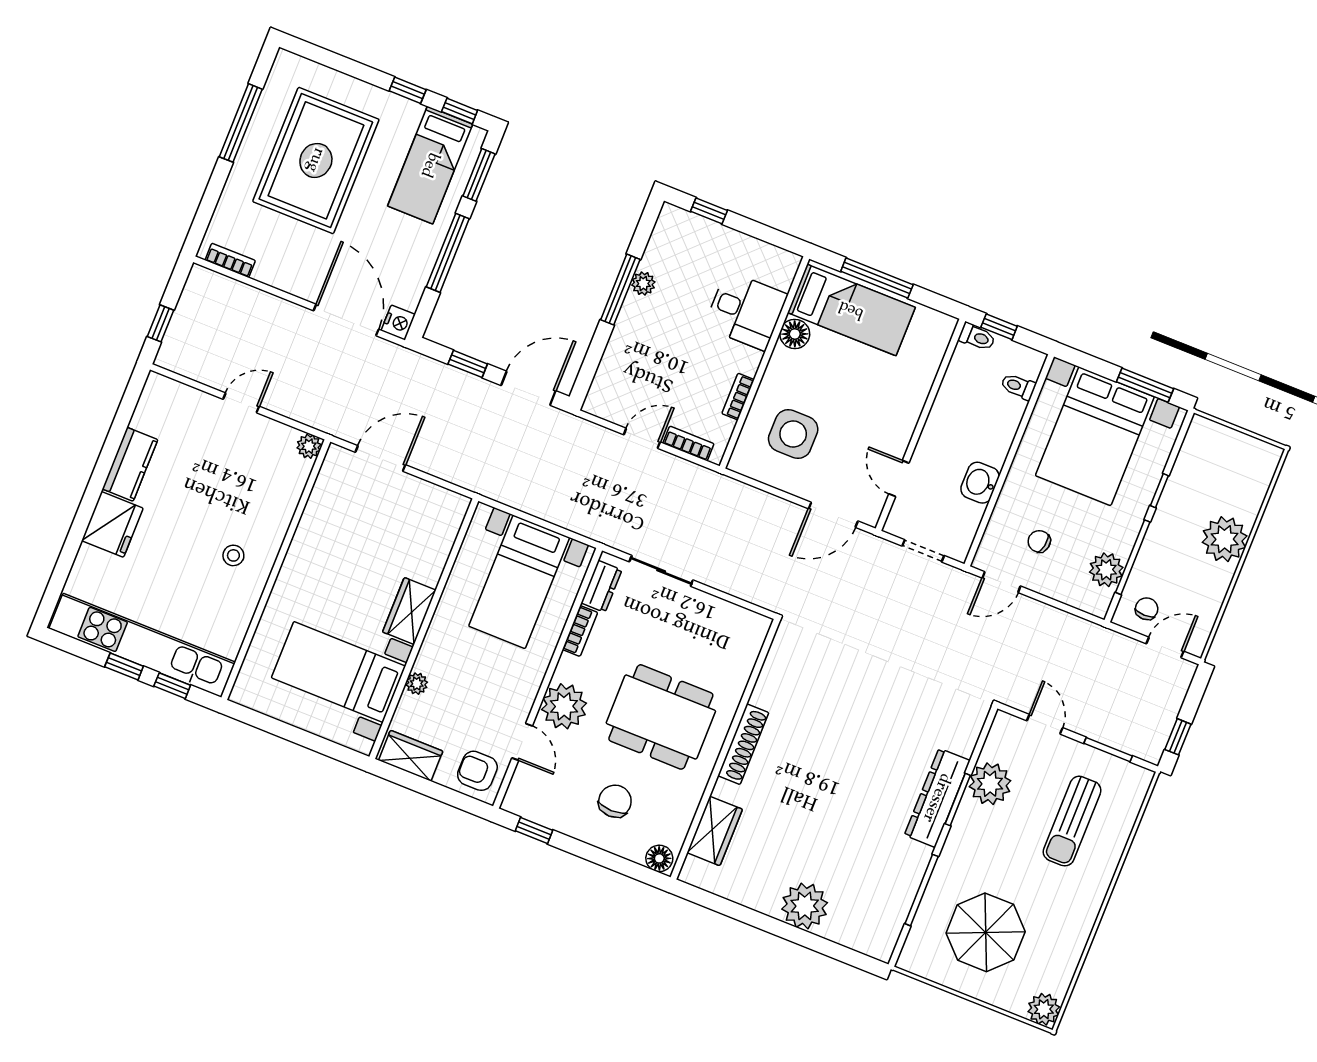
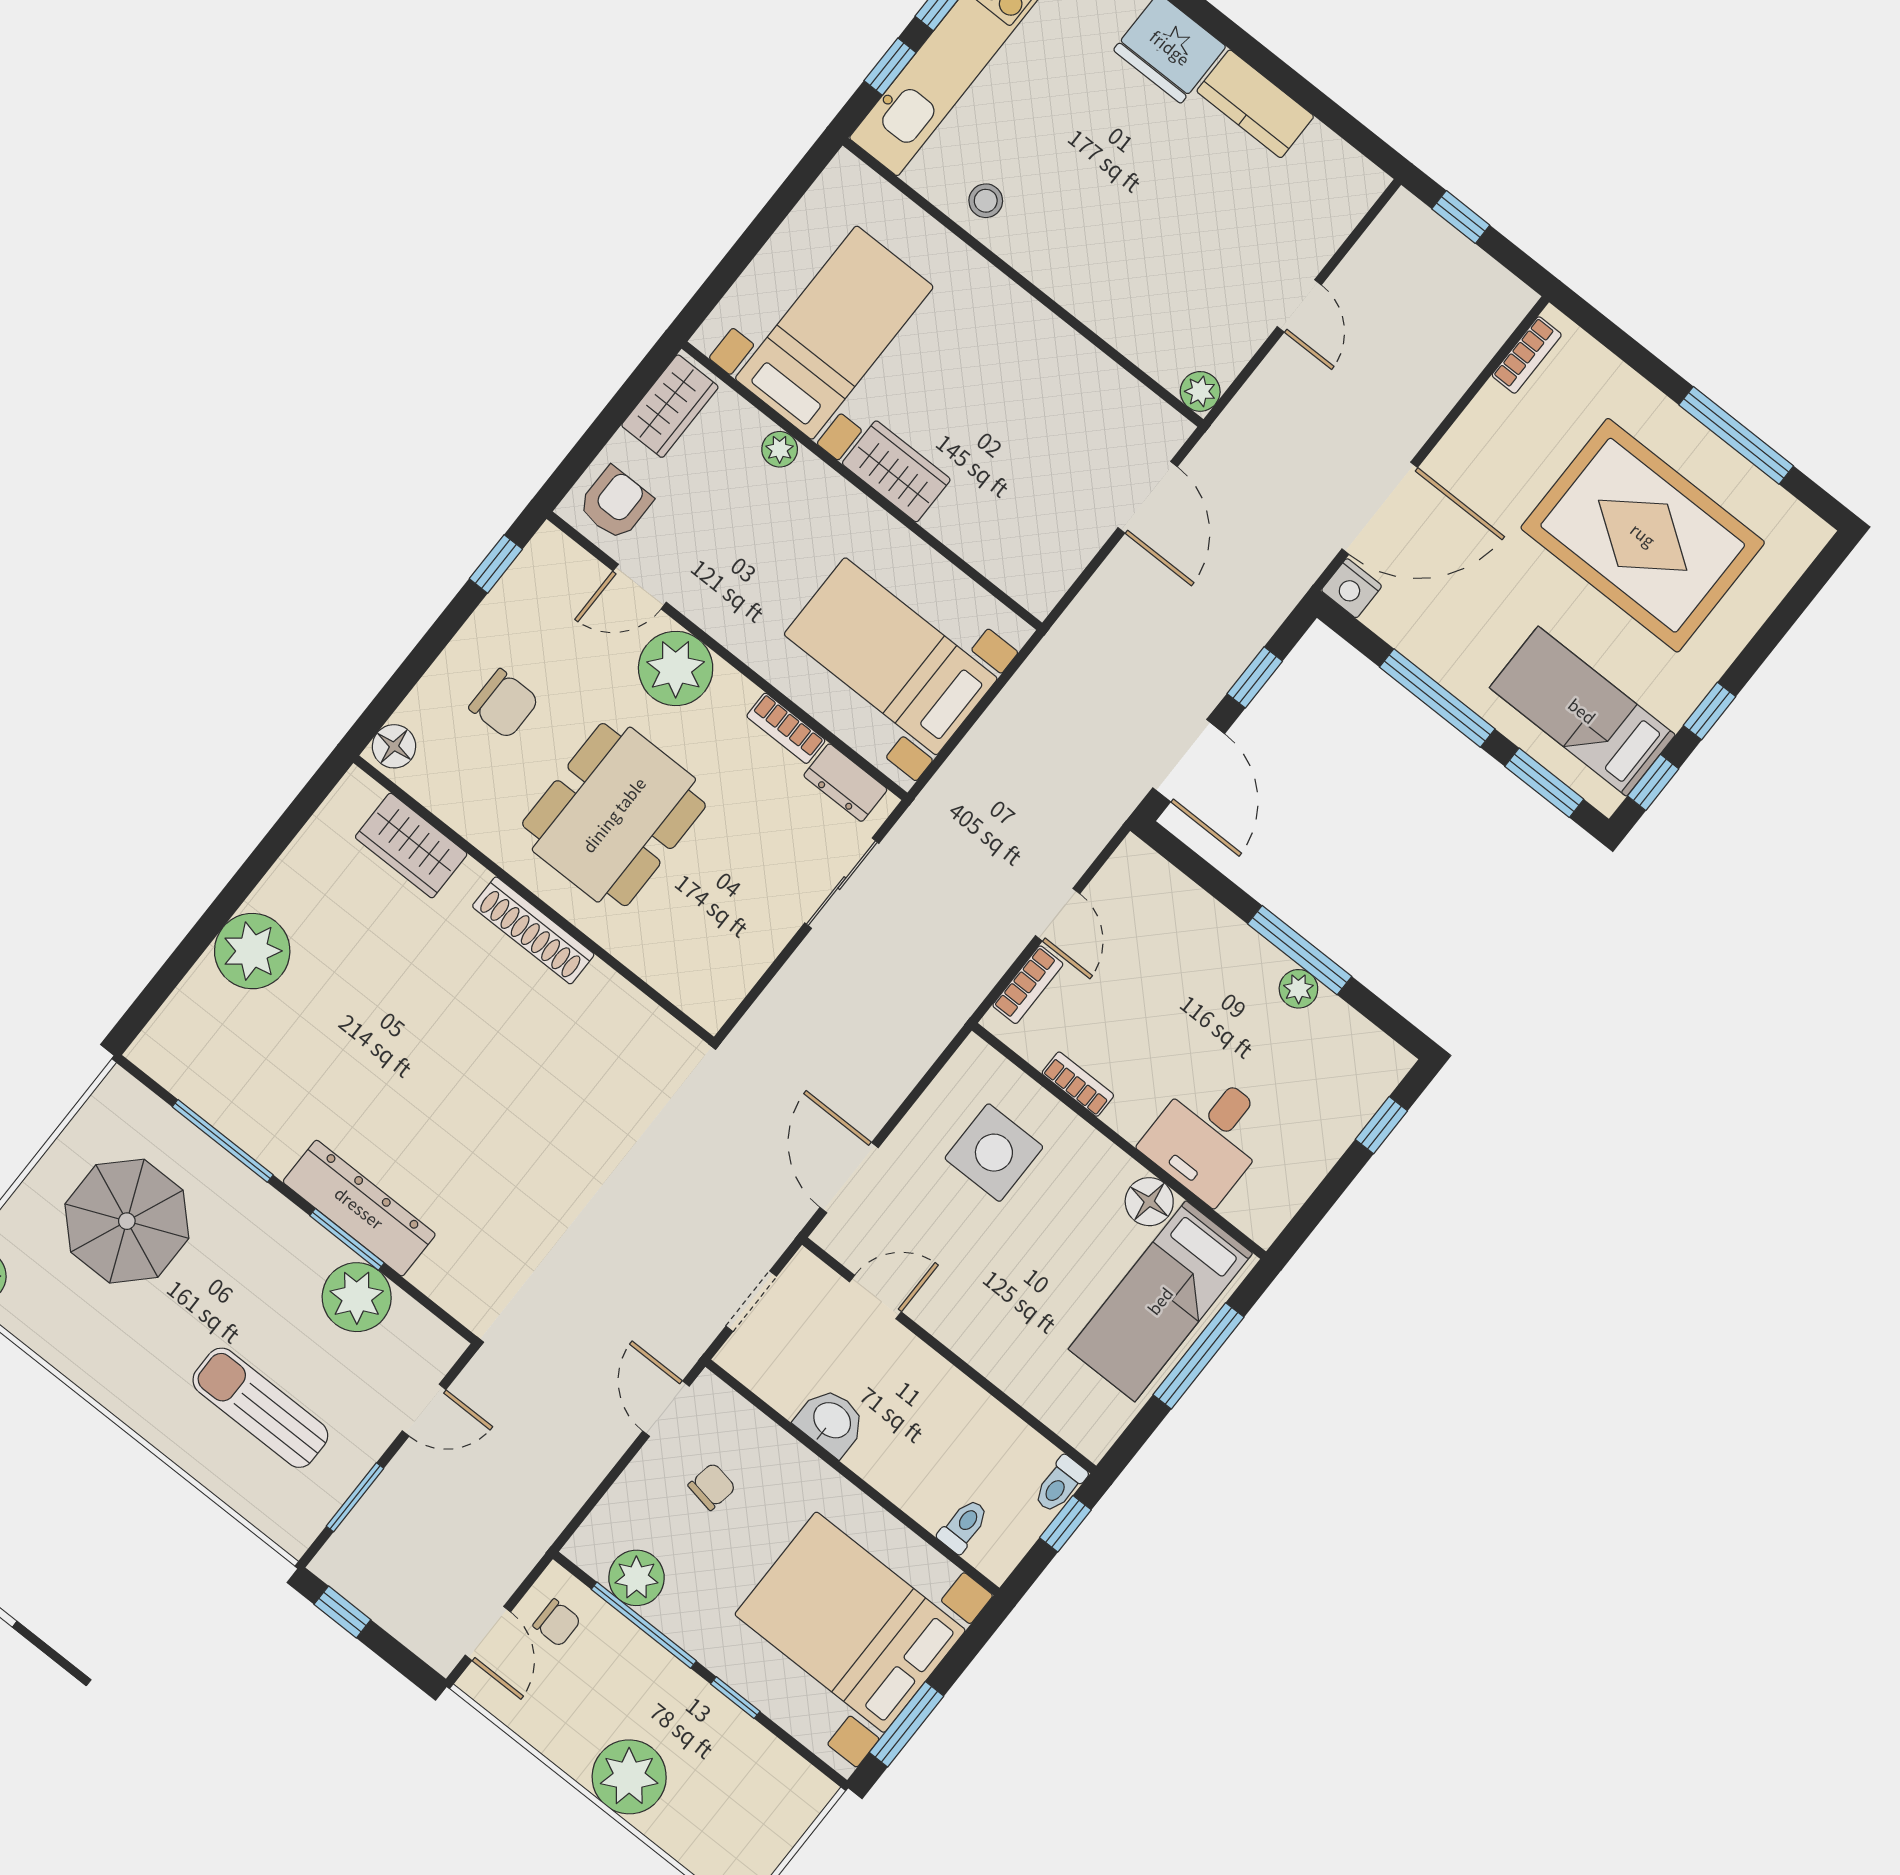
stool: (233, 555) -> (986, 201), moved

